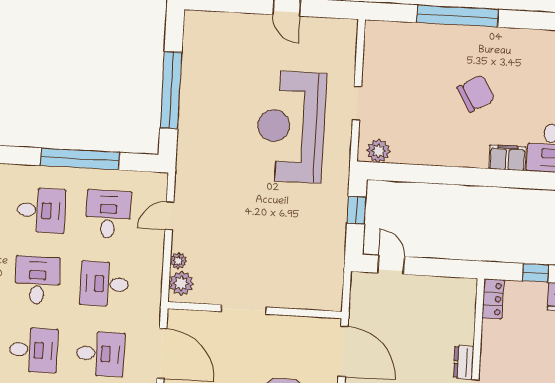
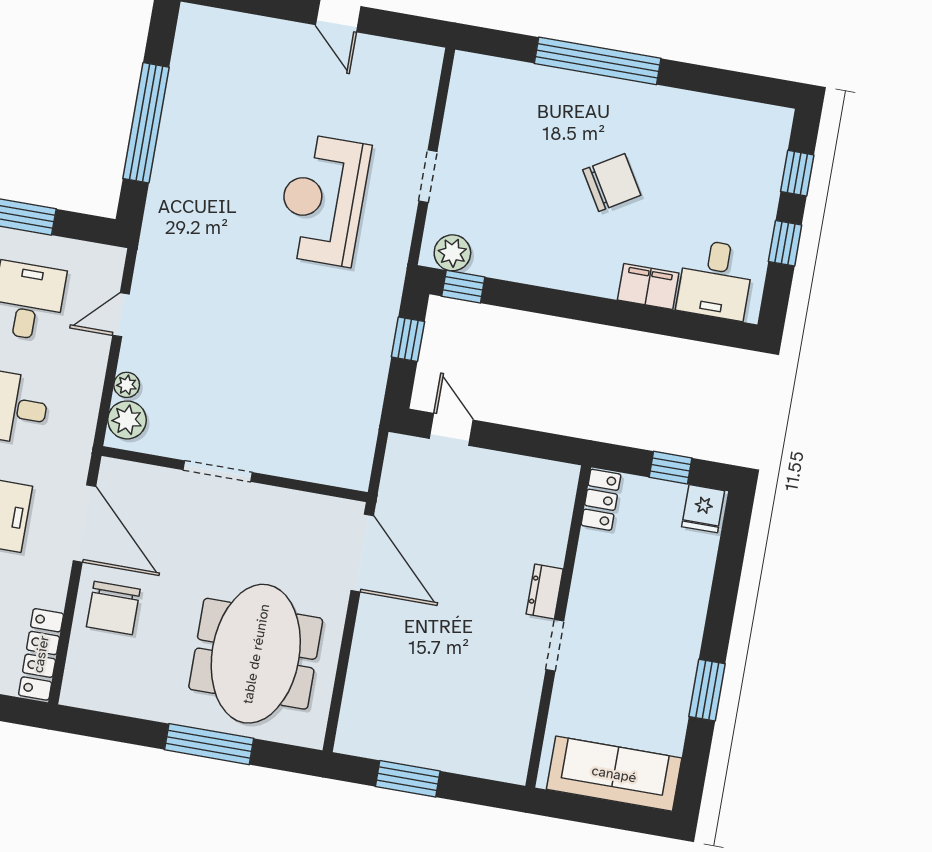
reception desk: (291, 127) -> (323, 200), width x0.74, depth x0.77
window: (388, 172) -> (463, 287), added

